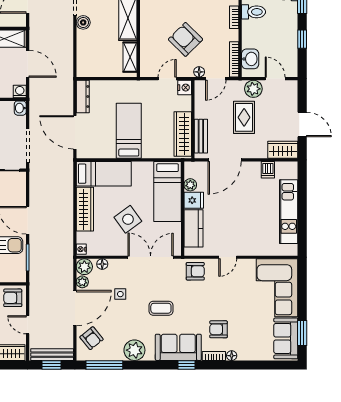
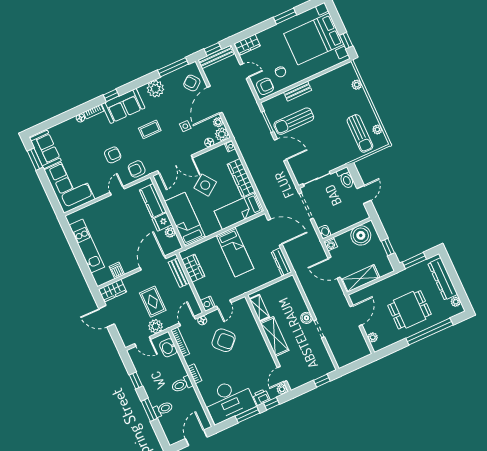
wardrobe: (183, 134) -> (193, 268), width x0.67
armchair: (219, 329) -> (113, 155), moved

